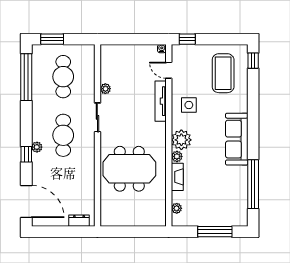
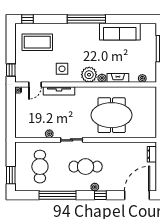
window: (26, 77) -> (58, 195), moved
cafe table: (63, 77) -> (40, 167), turned 90
sofa: (237, 139) -> (120, 32), moved
meeting table: (129, 169) -> (112, 115), turned 90
window: (253, 184) -> (86, 19), moved

